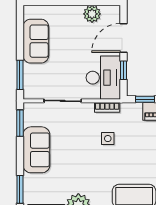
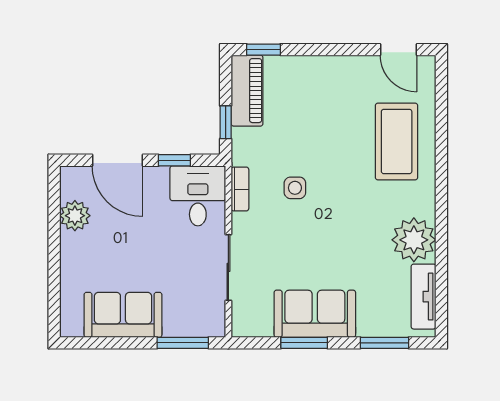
desk: (103, 78) -> (198, 196), width x0.73
window: (20, 123) -> (304, 343), moved

